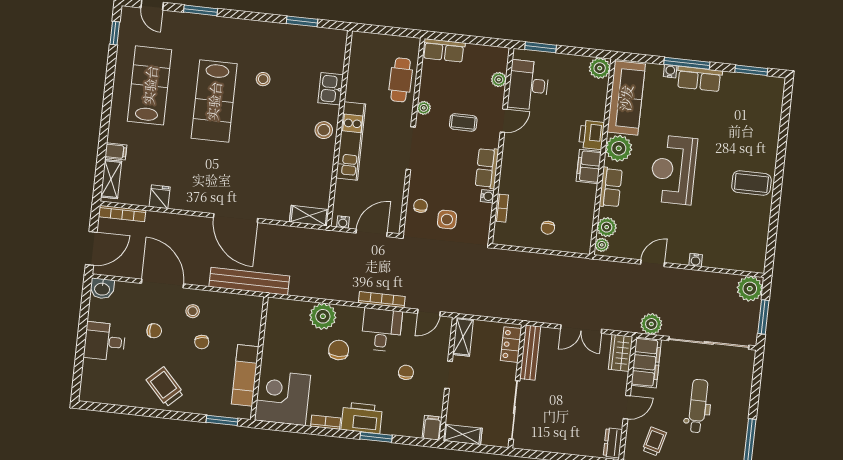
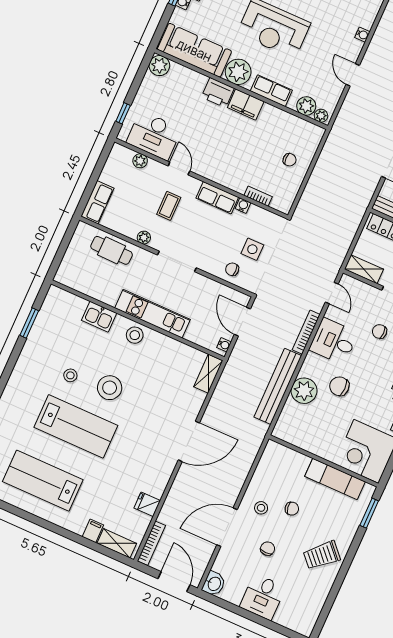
window: (541, 47) -> (123, 113), width x0.67
stool: (263, 122) -> (110, 388), added
bench: (249, 281) -> (278, 386), moved

